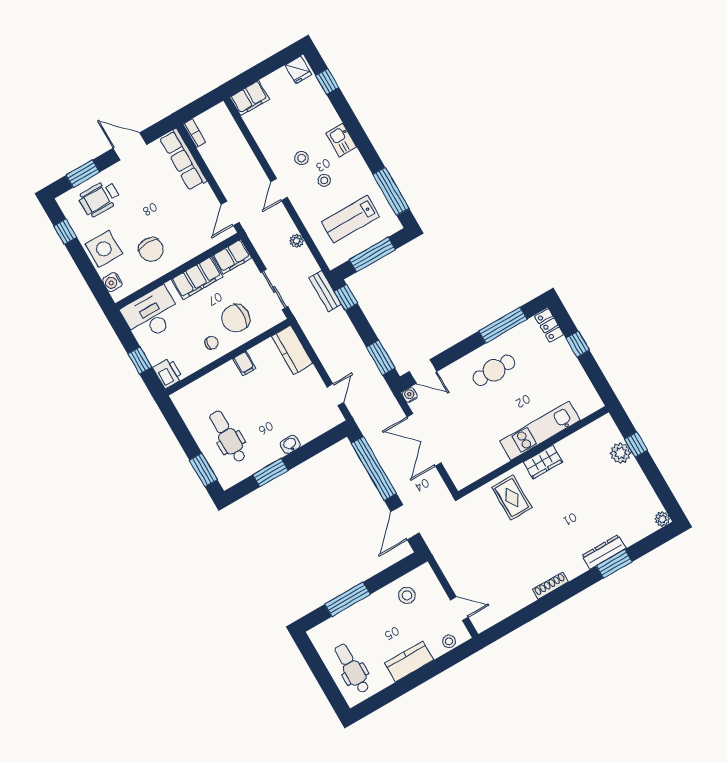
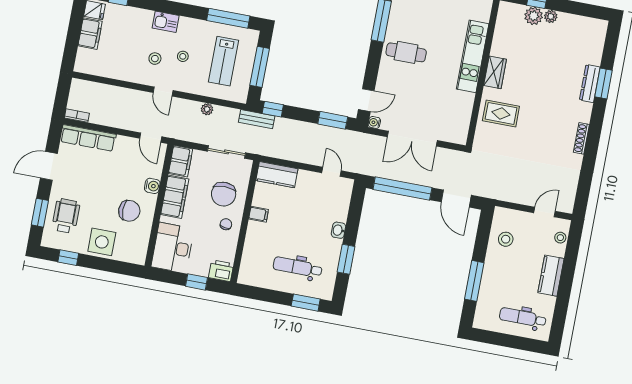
filing cabinet: (250, 98) -> (90, 34), moved
wheelchair: (99, 198) -> (66, 216), turned 180
water cooler: (112, 282) -> (152, 186), moved, turned -90
cafe table: (494, 370) -> (406, 52), turned 90
plant: (662, 519) -> (551, 16), moved

